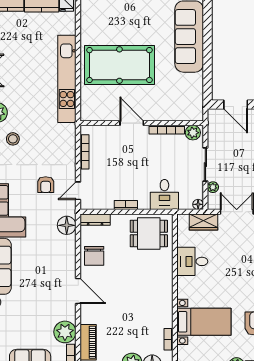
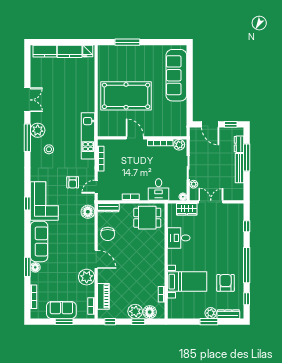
kitchen unit: (67, 79) -> (88, 136), moved, width x0.73
plant: (65, 332) -> (87, 277), moved

